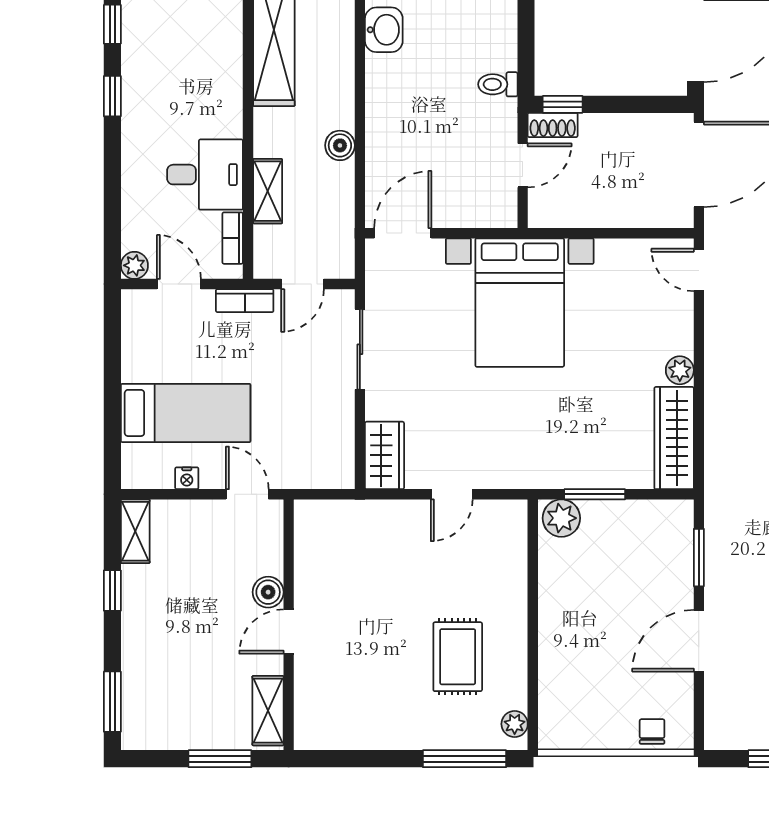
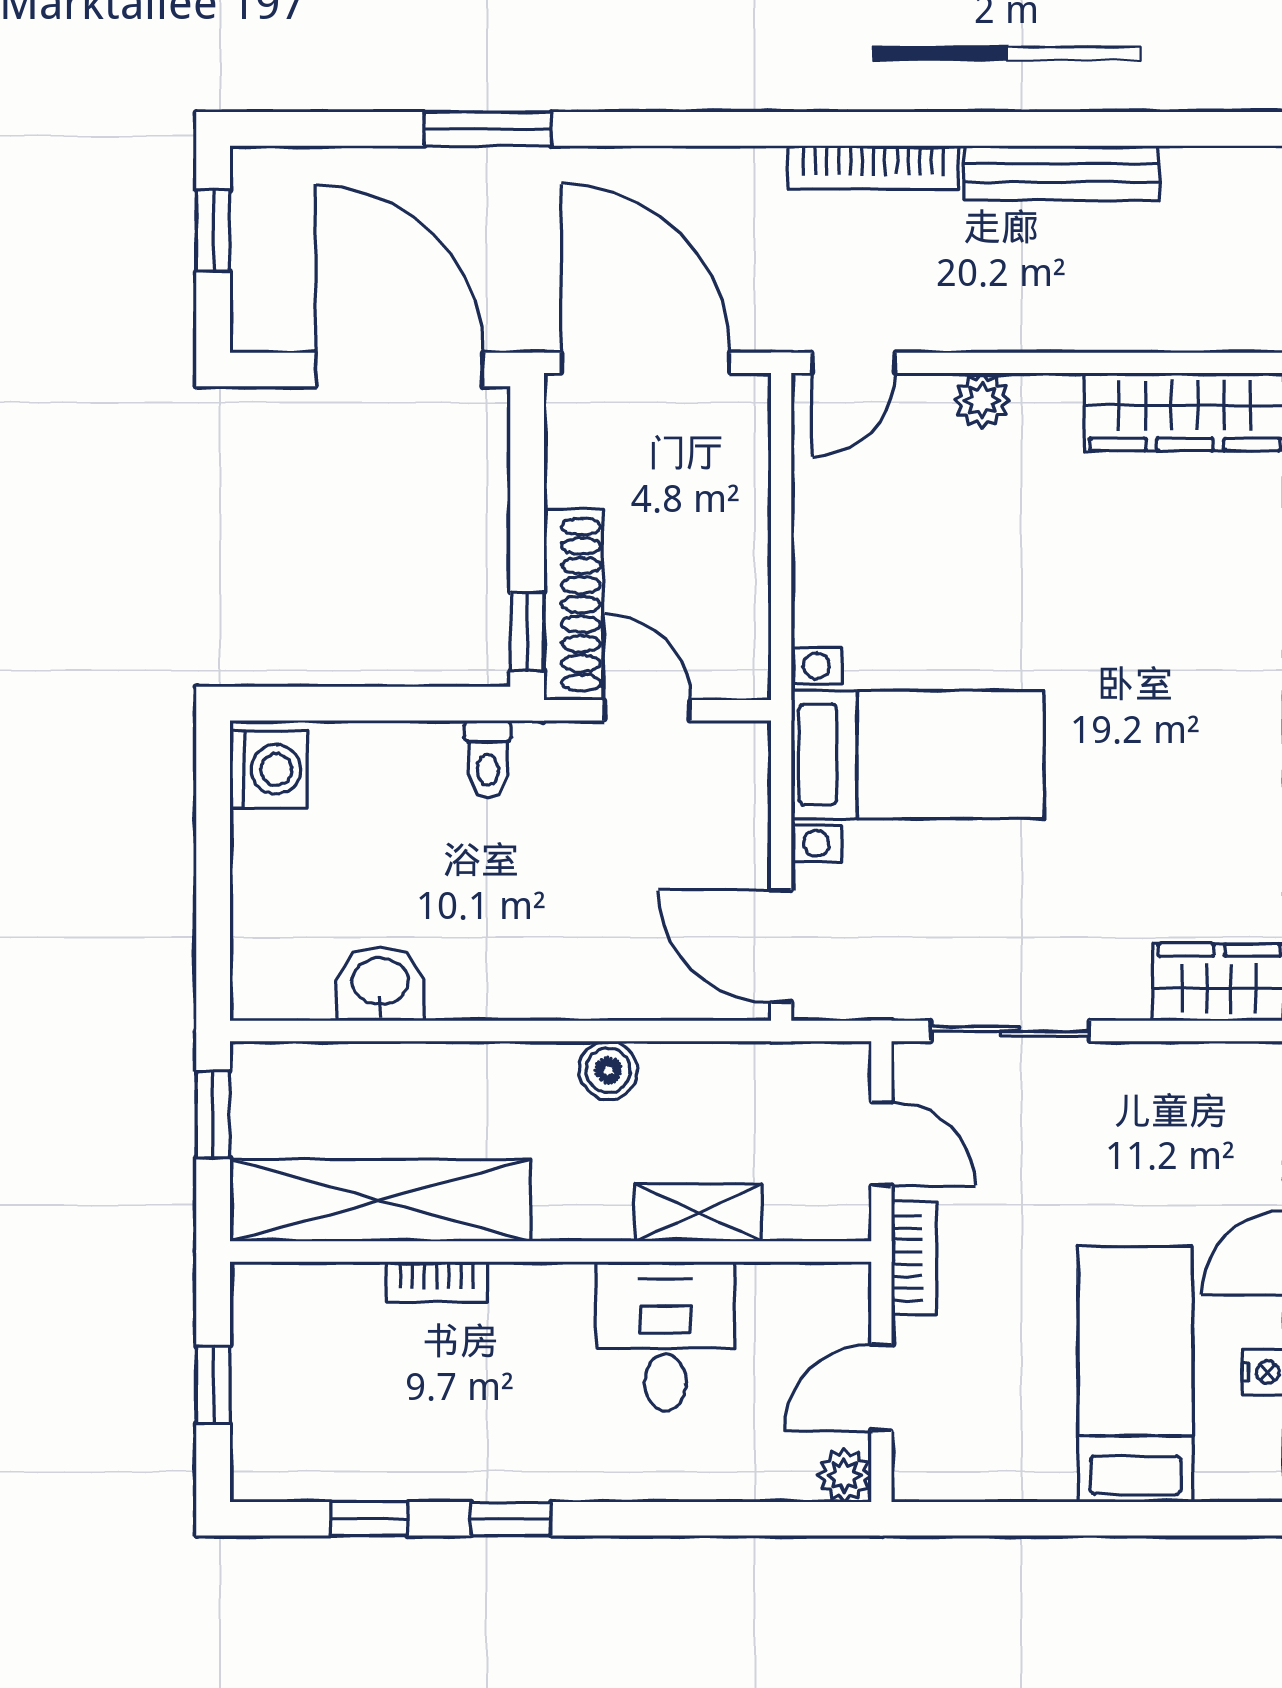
shoe rack: (553, 125) -> (573, 605), width x1.94, depth x1.24
bookcase: (233, 238) -> (437, 1282), moved
bed with nightstands: (520, 303) -> (918, 755), width x0.73
plant: (680, 370) -> (982, 400), moved

